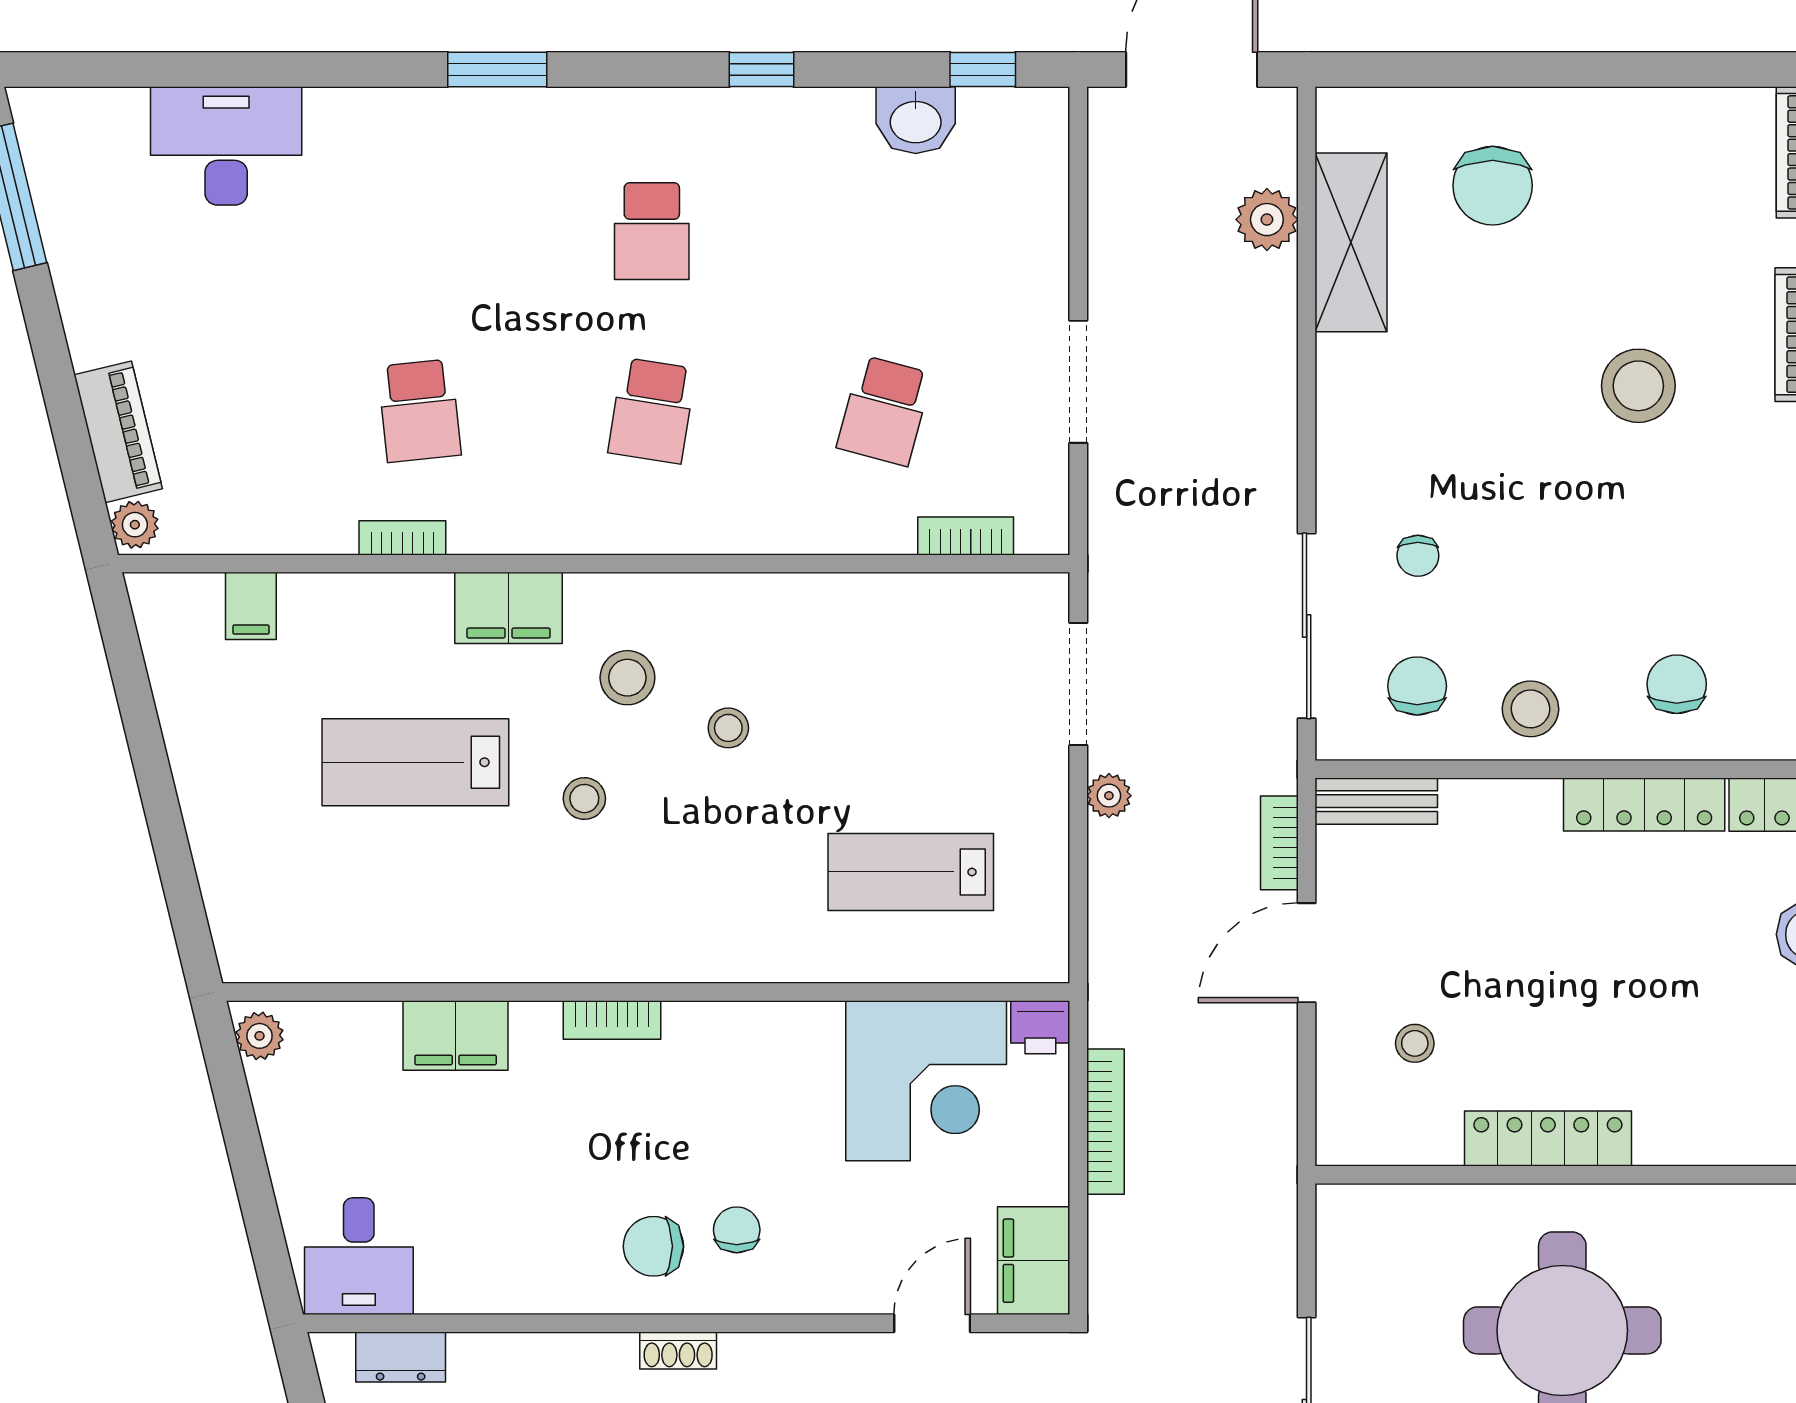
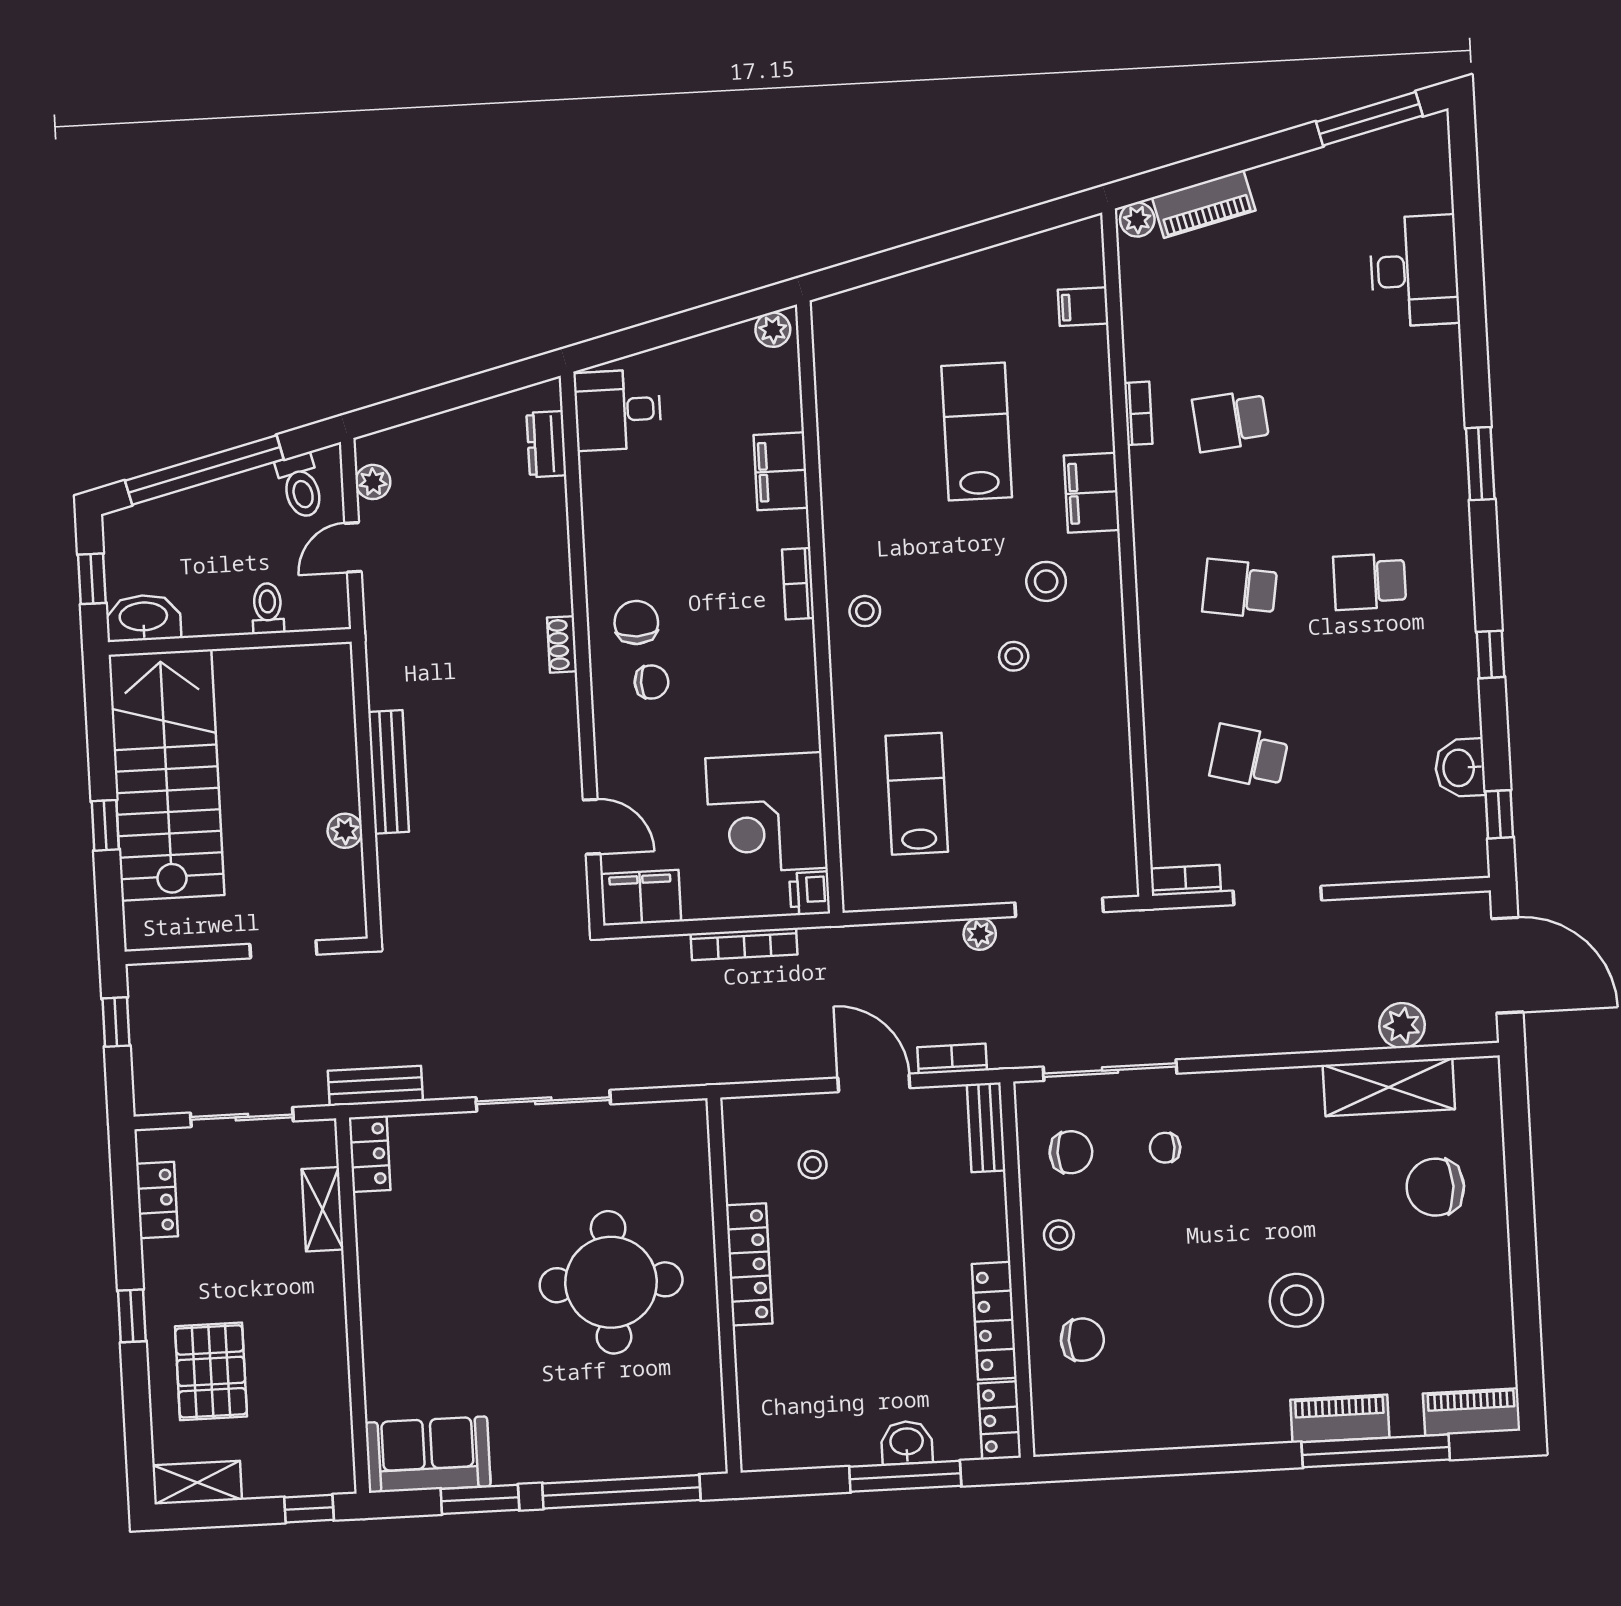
bookcase: (966, 536) -> (1186, 880), moved, turned -90
stool: (1530, 709) -> (1059, 1235), width x0.73, depth x0.73
stool: (584, 799) -> (865, 611), moved

